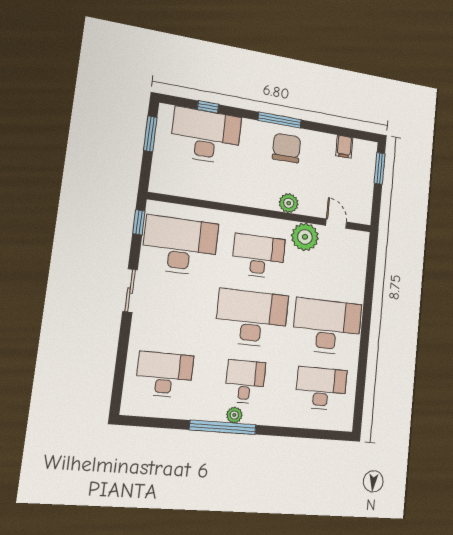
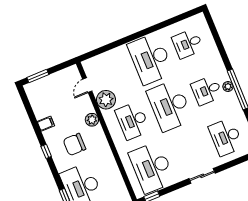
window: (280, 120) -> (46, 151), width x0.46
filing cabinet: (344, 147) -> (46, 124), moved
chair: (287, 148) -> (74, 144), moved
sliding door: (130, 290) -> (202, 176), moved
desk: (321, 388) -> (188, 44), width x0.73

